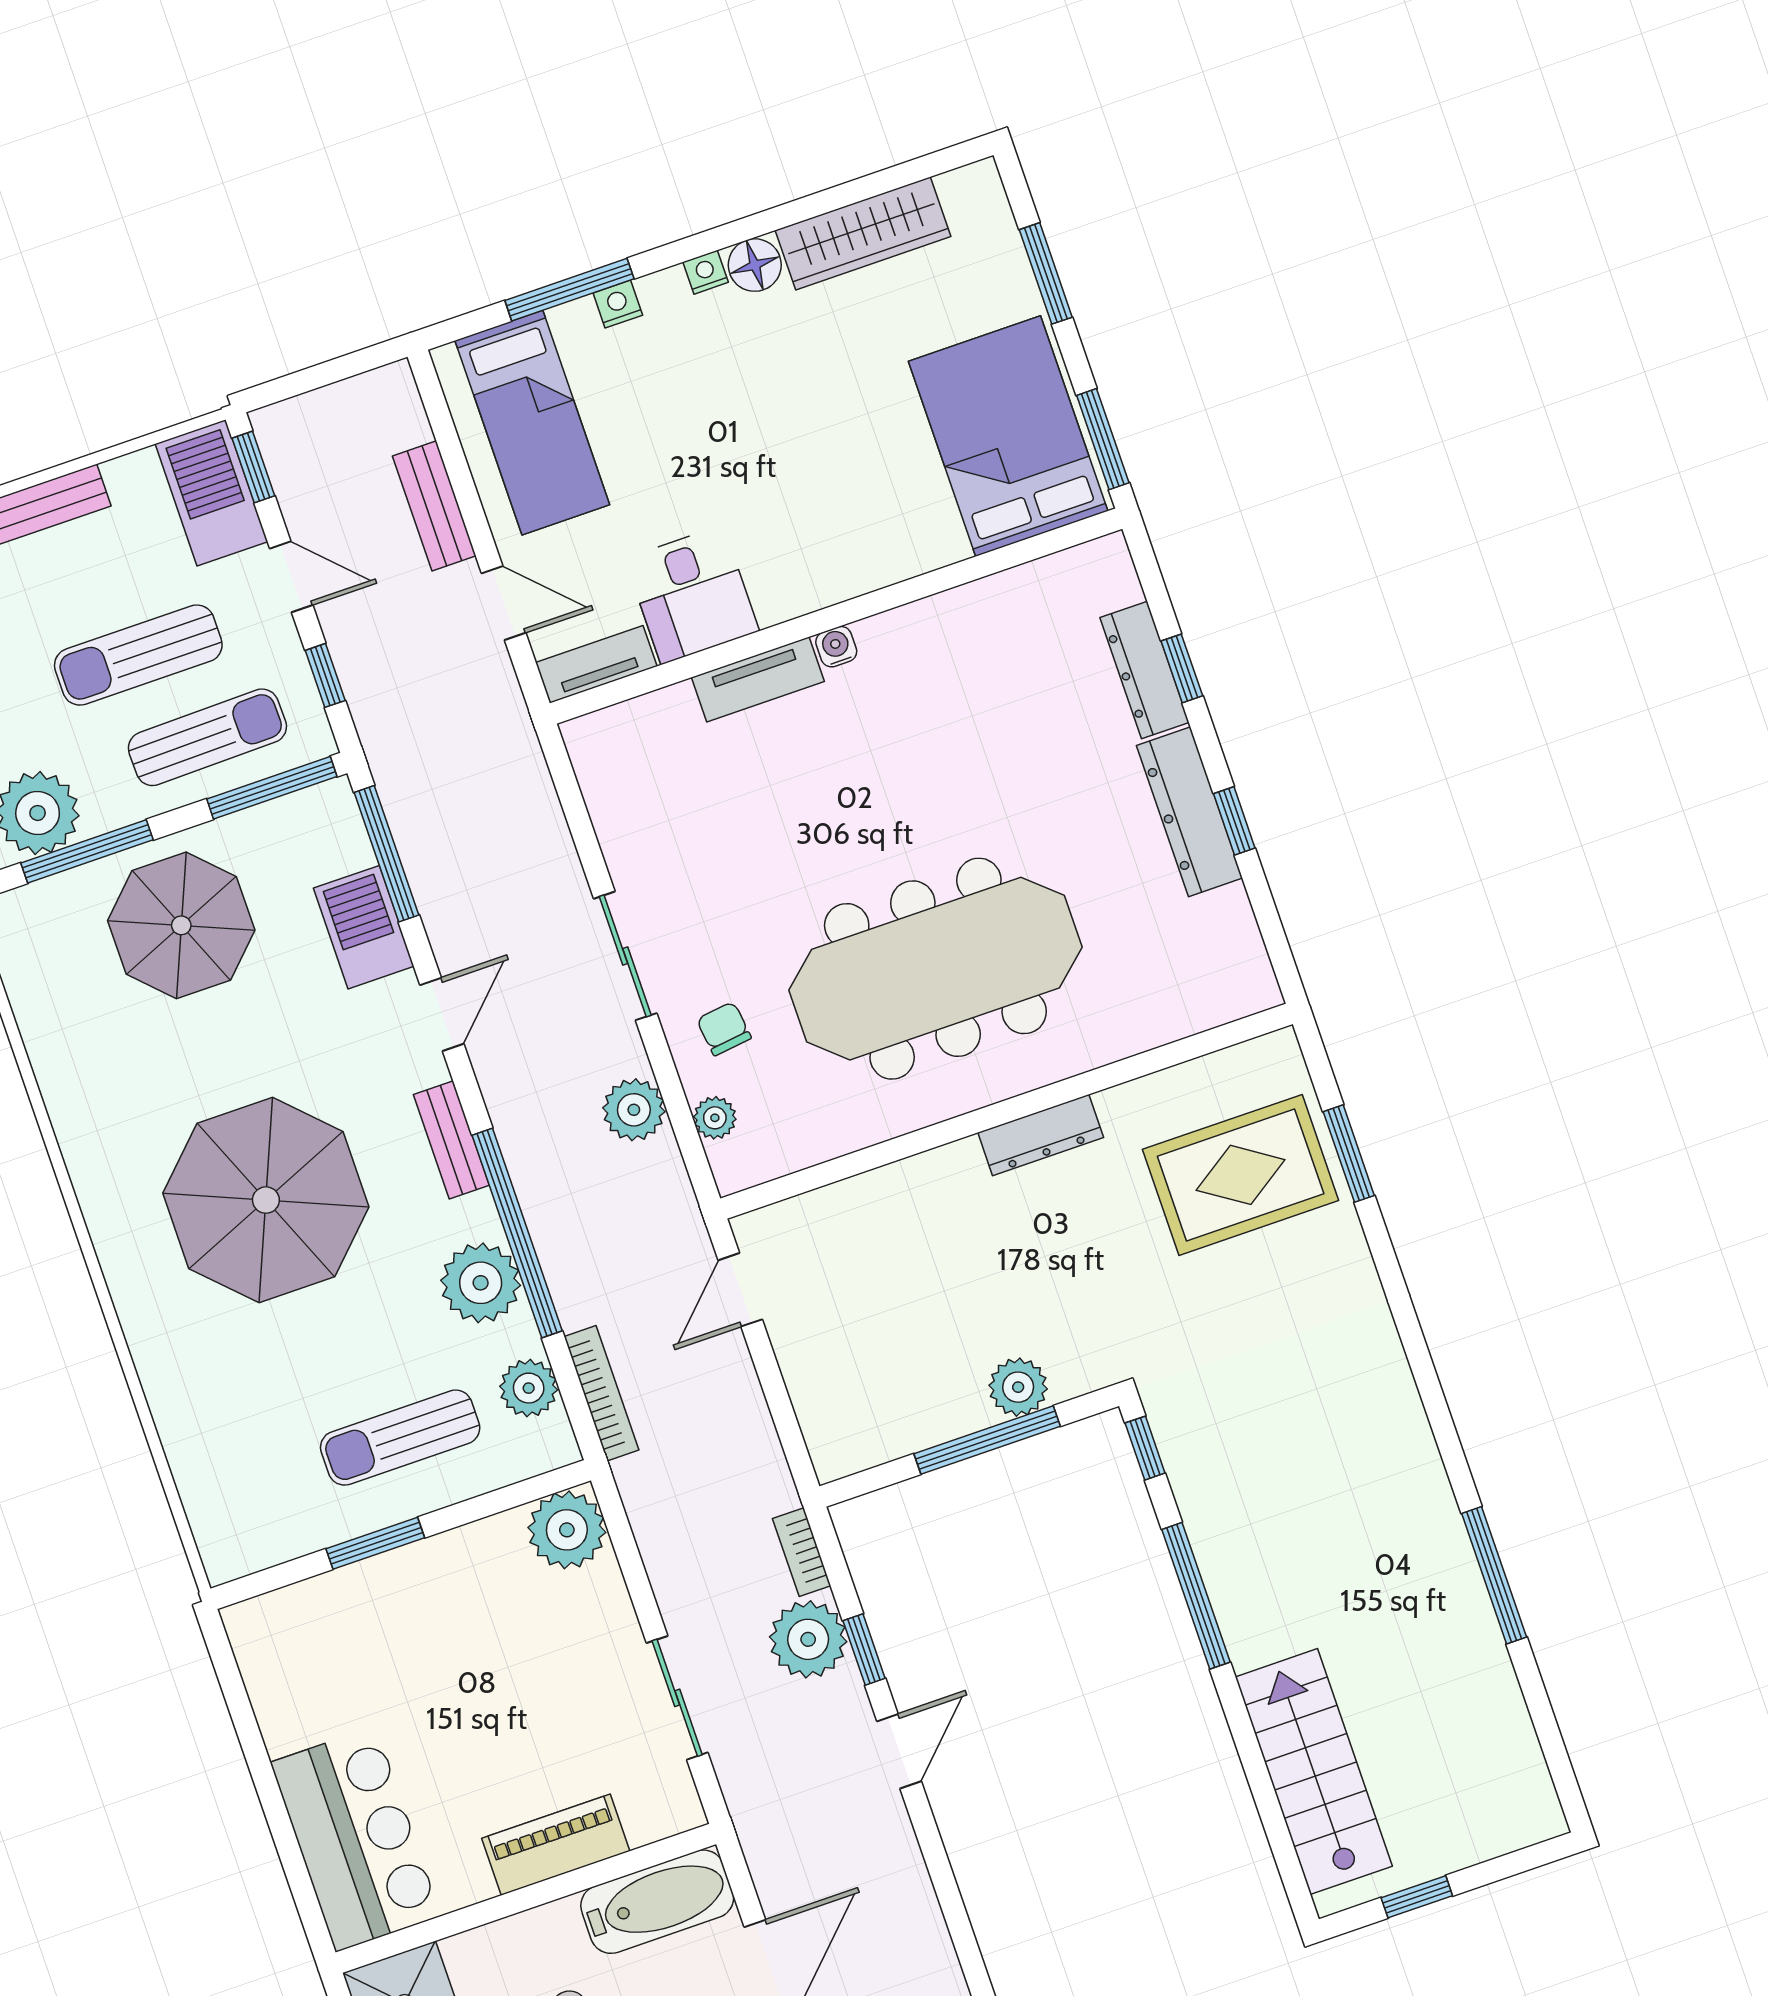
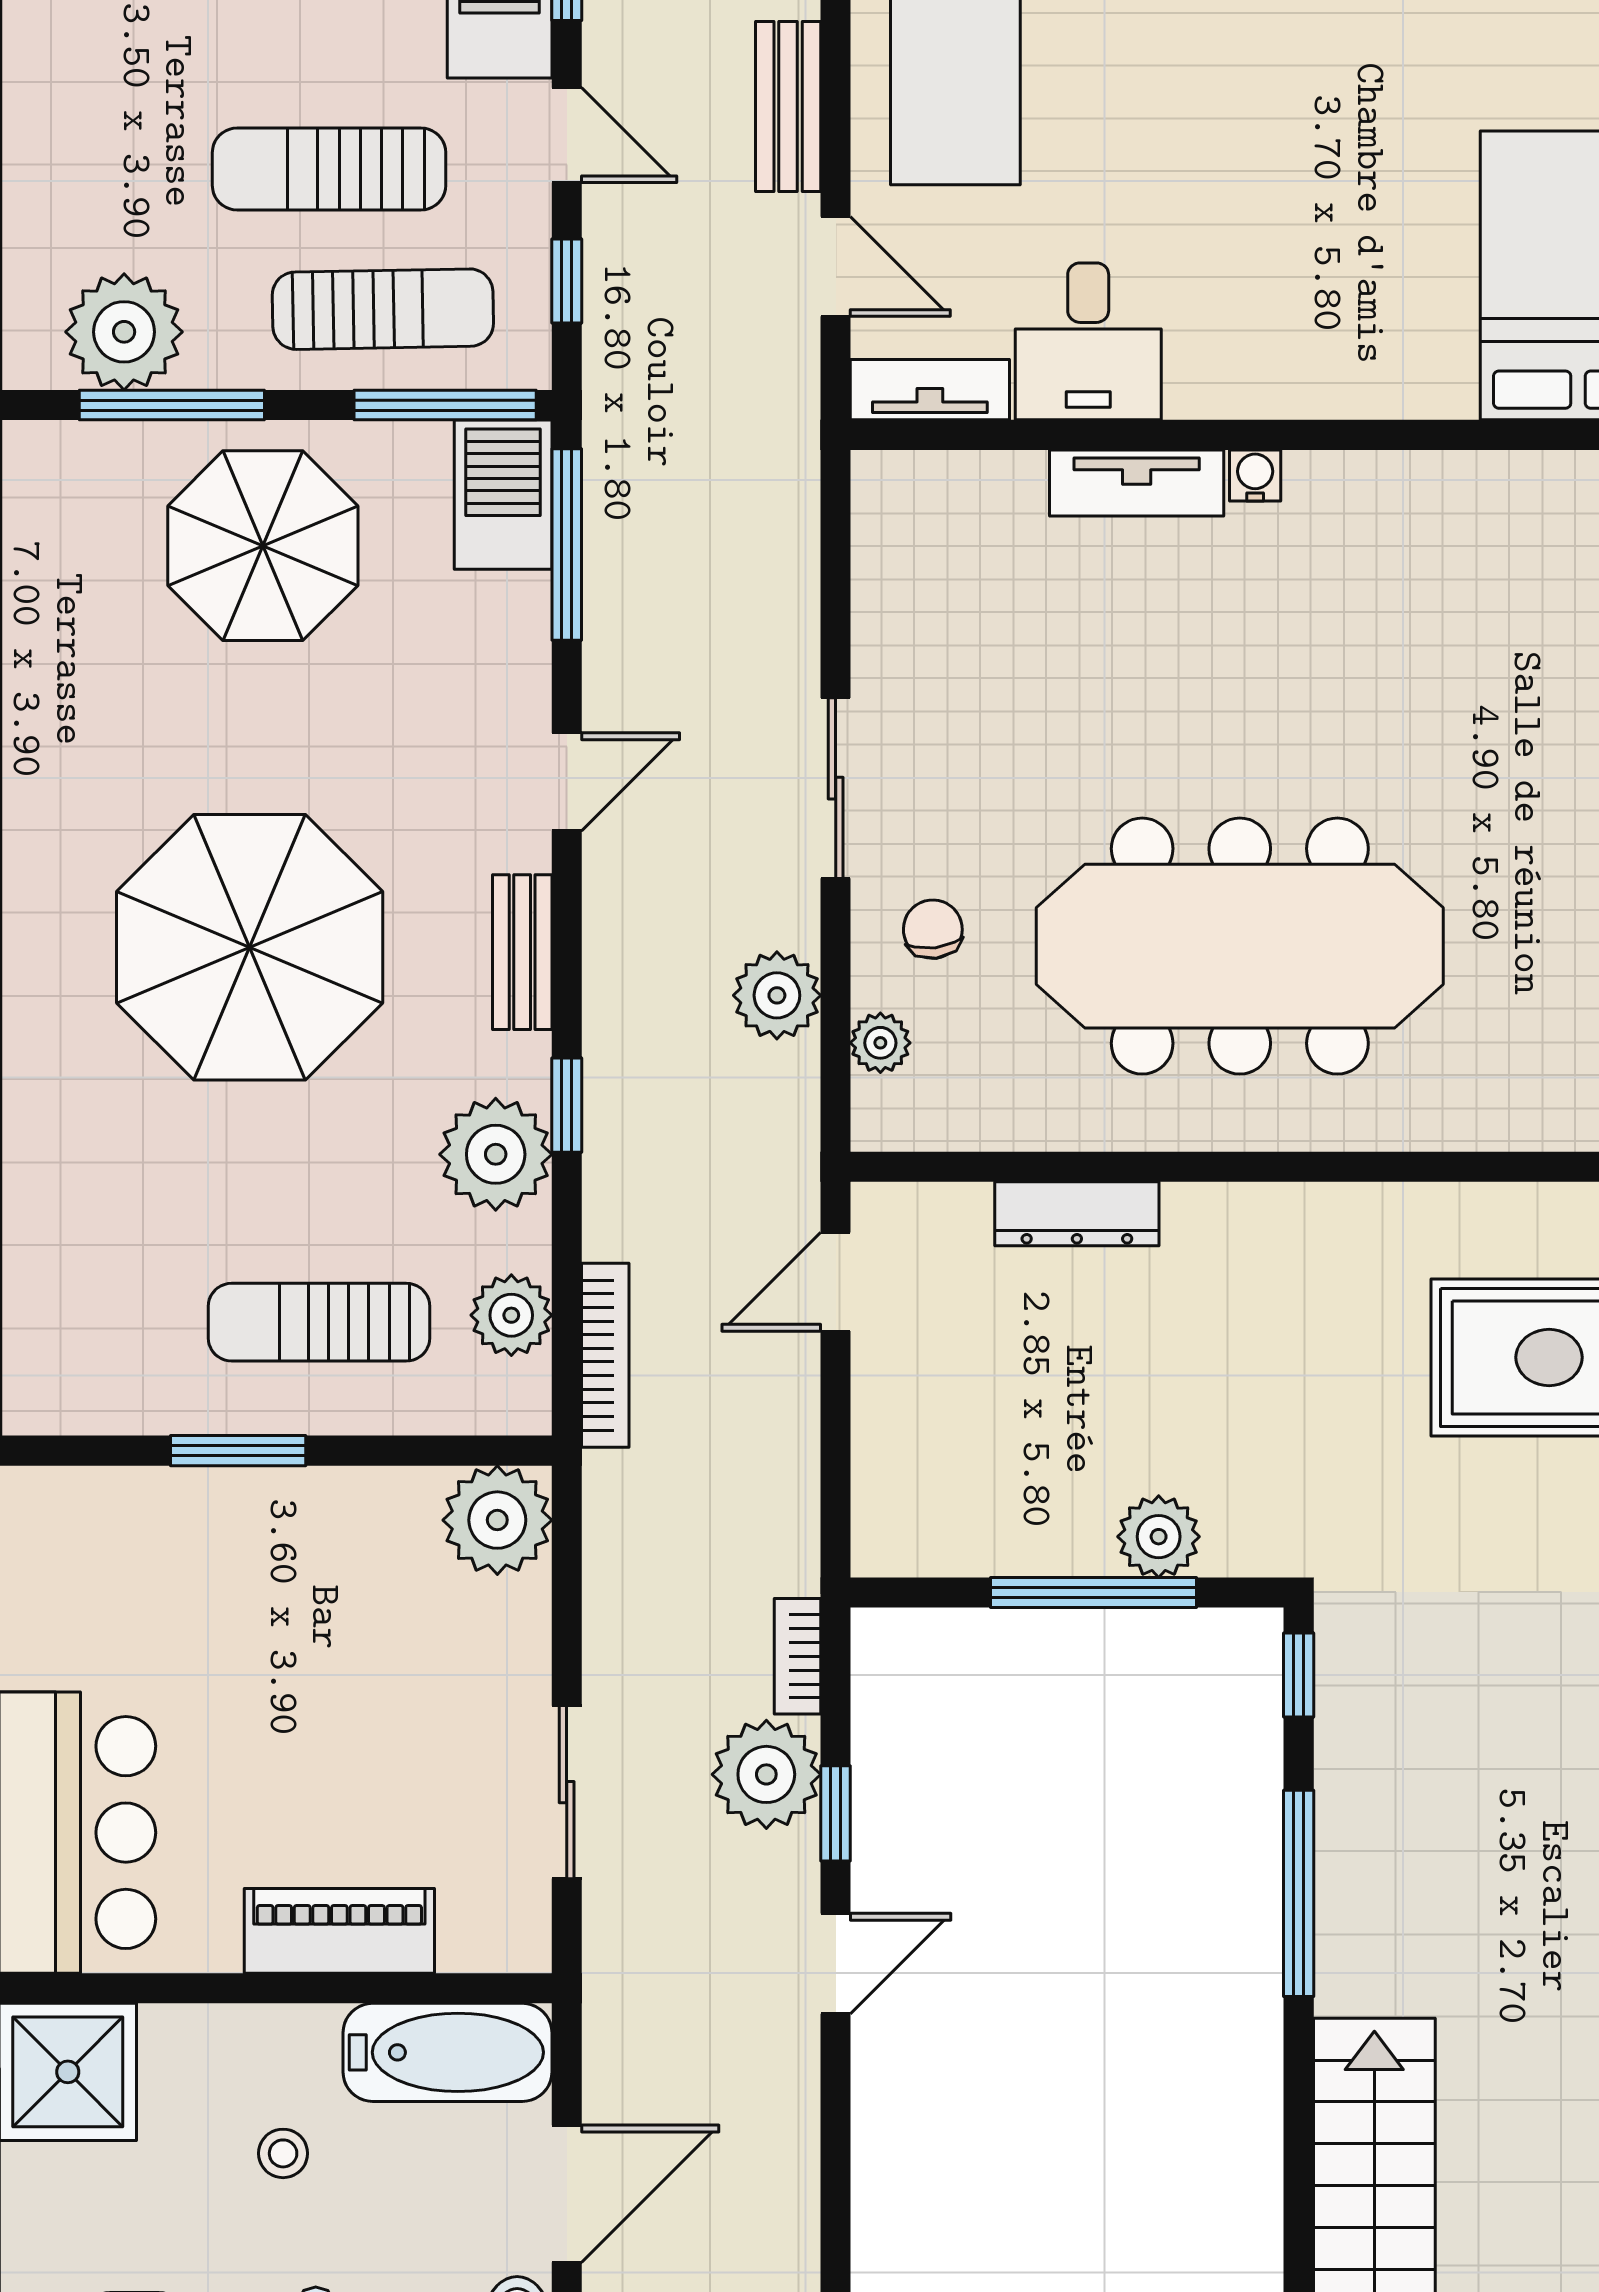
barbecue: (364, 927) -> (503, 495), moved
dresser: (1041, 1135) -> (1077, 1214), moved
window: (517, 1233) -> (567, 1105), width x0.32

